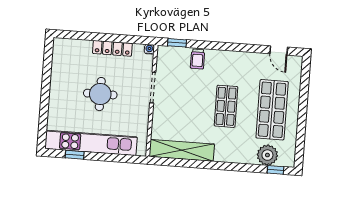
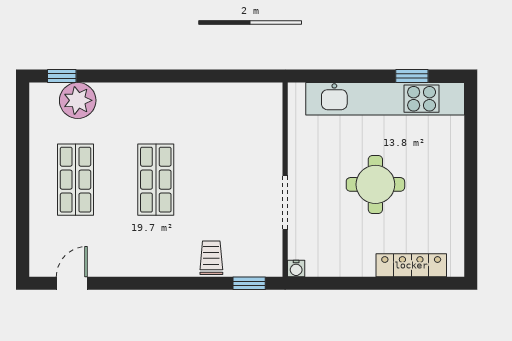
locker: (112, 48) -> (411, 265), moved
door: (279, 50) -> (72, 283), hinge flipped
shop shelf: (272, 110) -> (75, 180), width x0.70, depth x0.74
shelving: (182, 150) -> (227, 98), removed

